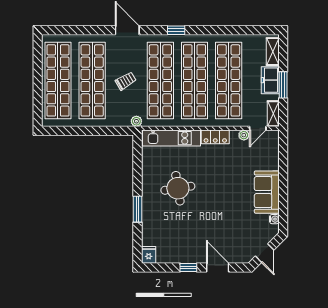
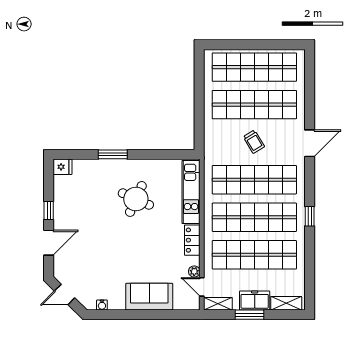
window: (176, 30) -> (310, 216), moved
plant: (136, 121) -> (210, 153), removed
round table: (178, 188) -> (136, 199), turned 33
sofa: (267, 192) -> (149, 297), moved

